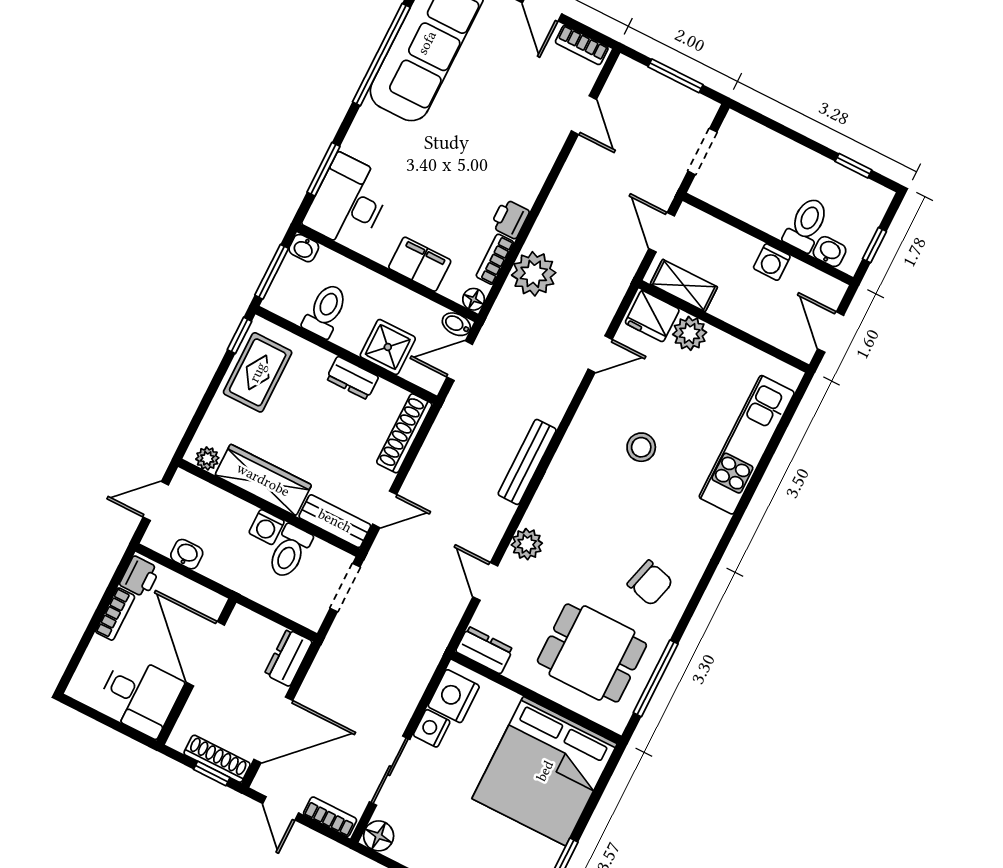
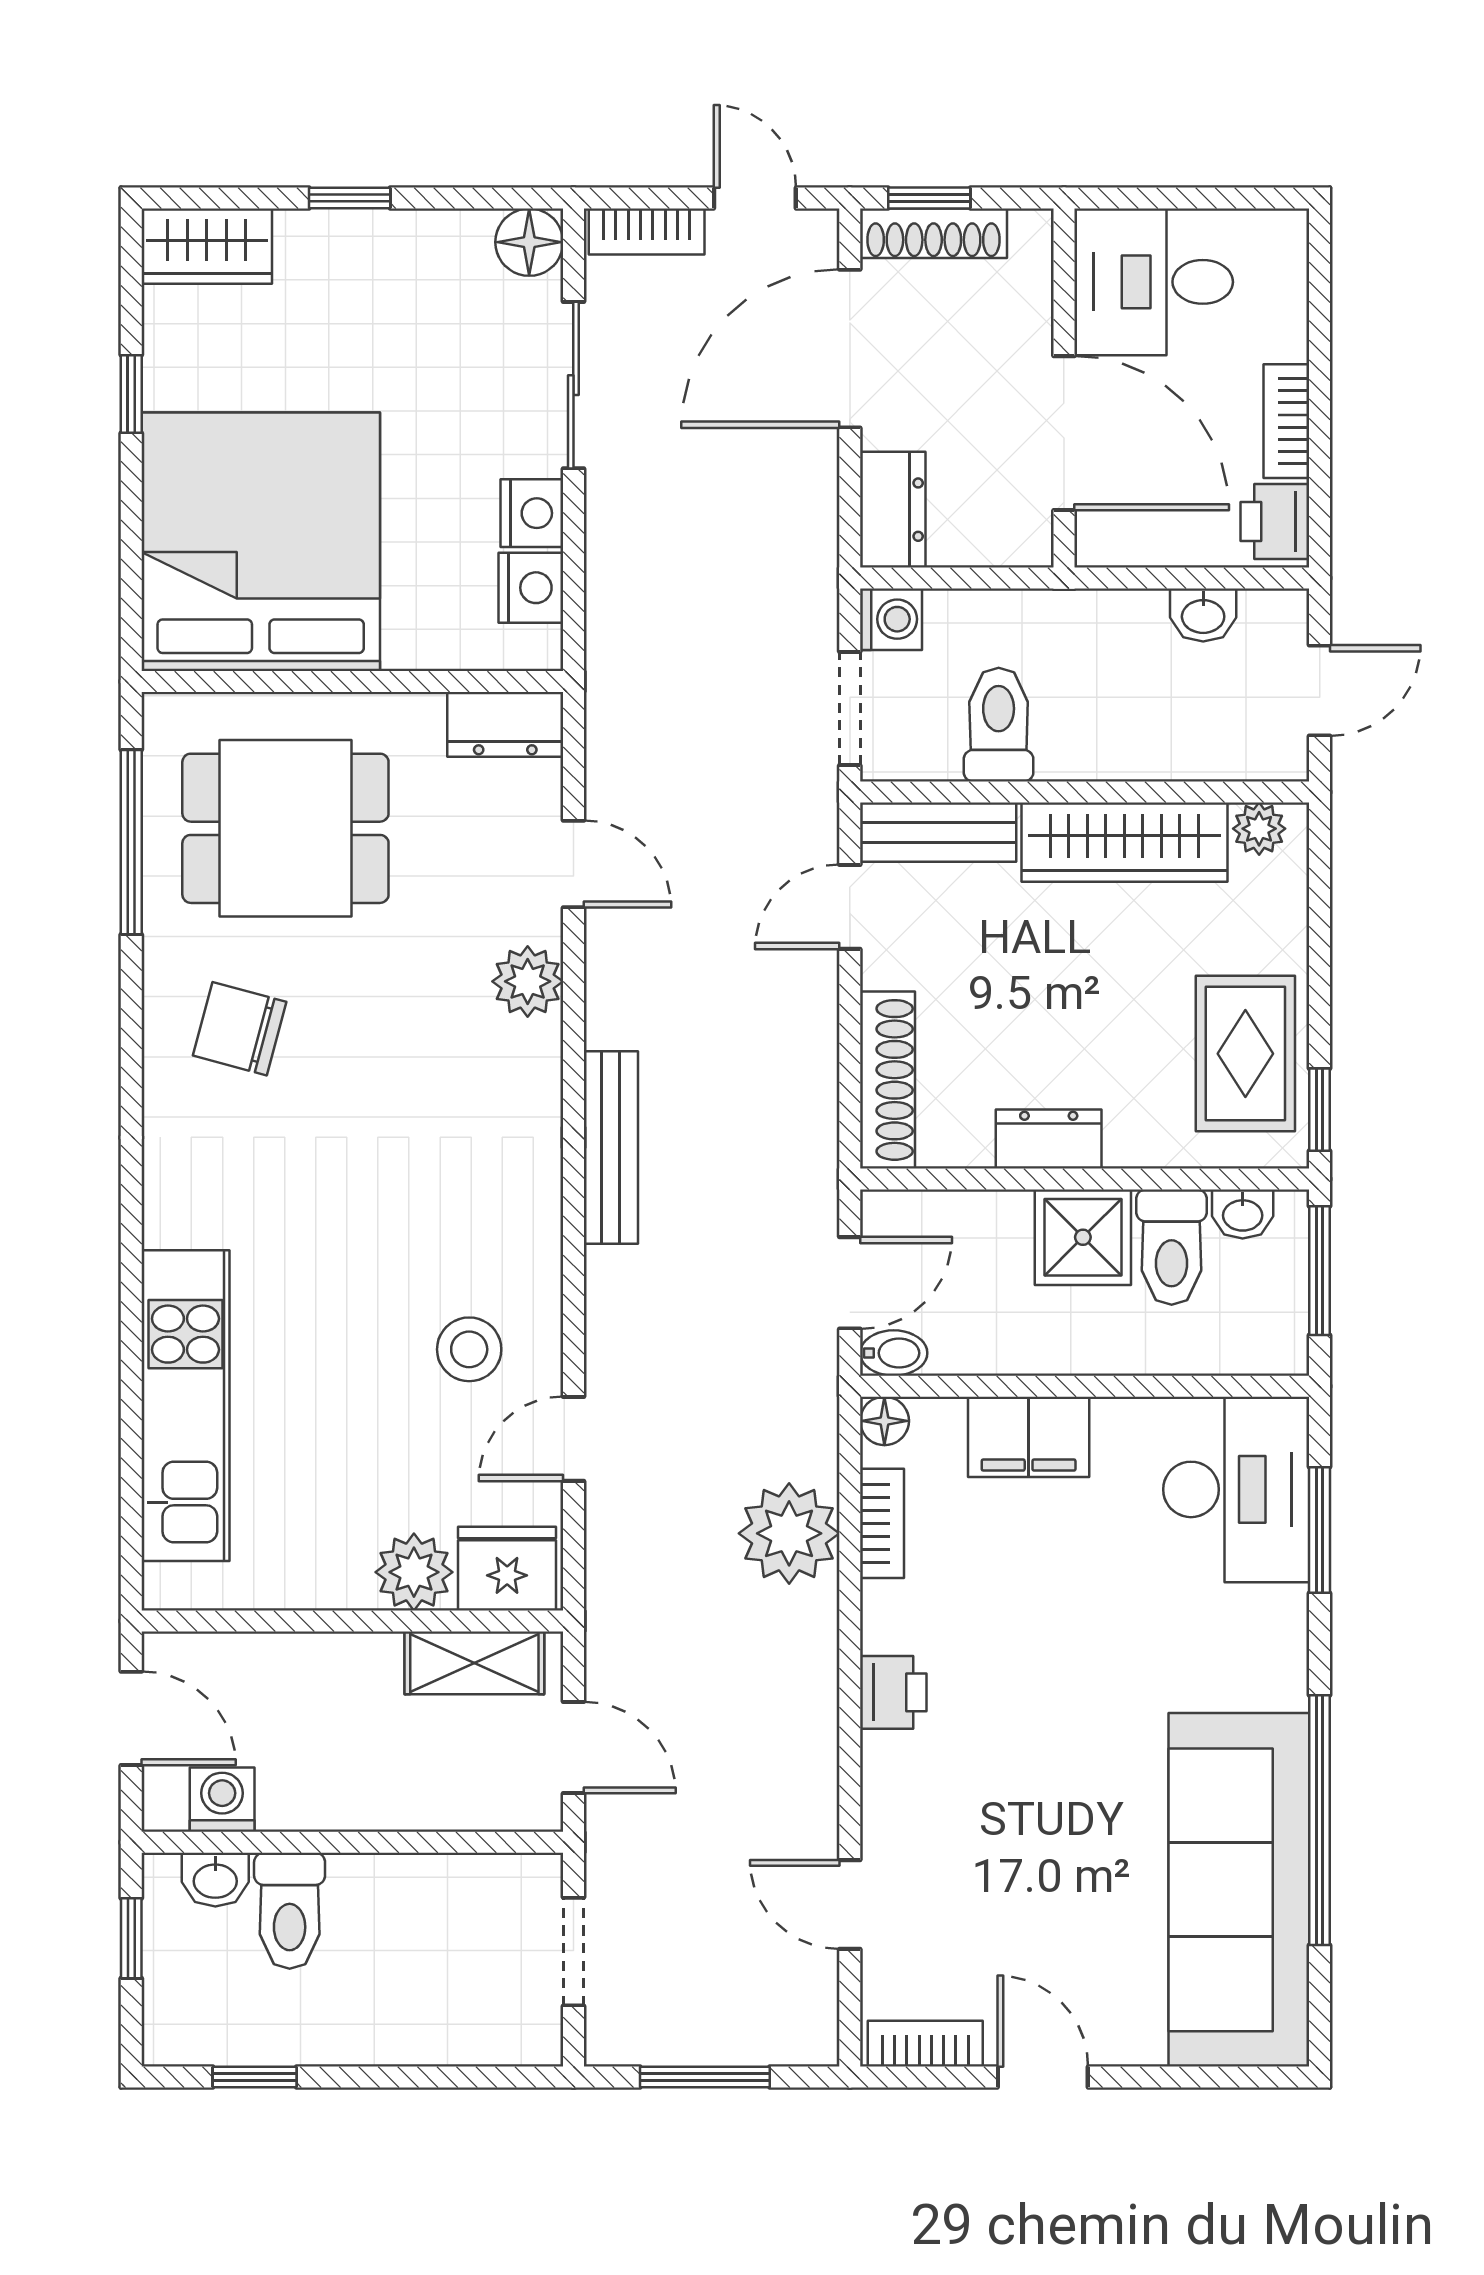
printer: (510, 219) -> (893, 1692), moved
washbasin: (304, 248) -> (1243, 1214), moved, turned 180
washing machine: (772, 262) -> (222, 1800), moved
shower: (388, 347) -> (1083, 1237), moved
stool: (641, 447) -> (469, 1349), moved
washing machine: (267, 527) -> (891, 619), moved, turned 90
nightstand: (454, 696) -> (531, 588), width x0.74, depth x0.75

